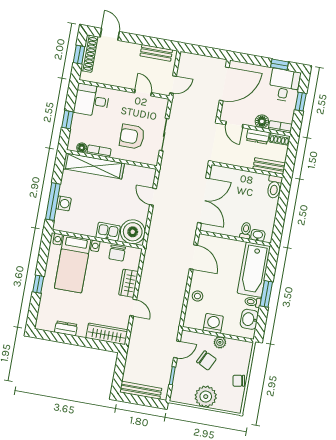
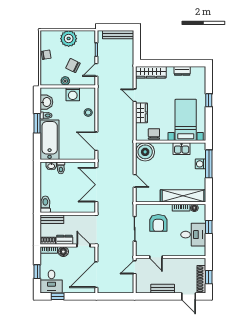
bench: (156, 53) -> (163, 289), moved
desk: (92, 100) -> (193, 235), moved
armchair: (132, 137) -> (158, 223), turned 90
kitchen sink: (108, 232) -> (182, 149), moved

